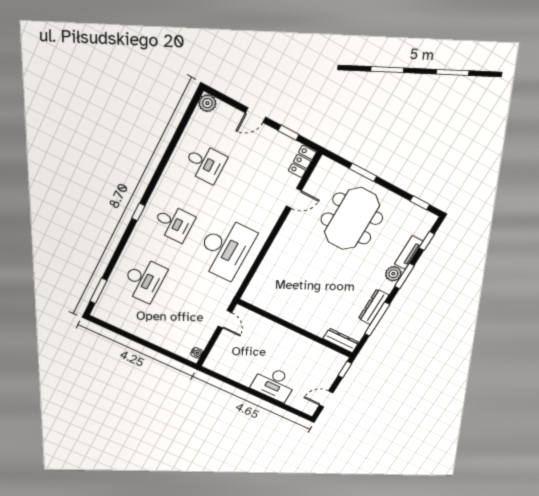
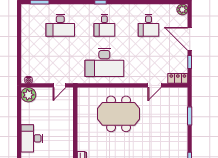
door: (256, 115) -> (190, 39), width x1.87
door: (294, 198) -> (154, 85), hinge flipped
meeting table: (352, 219) -> (119, 114), moved
plant: (216, 362) -> (28, 95), added

